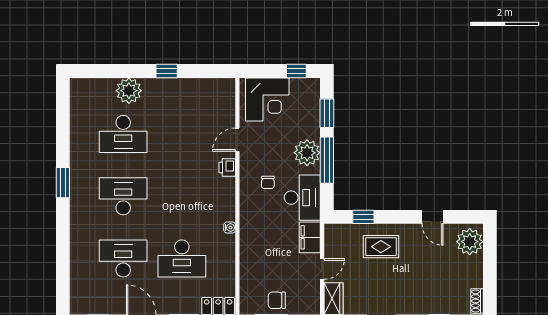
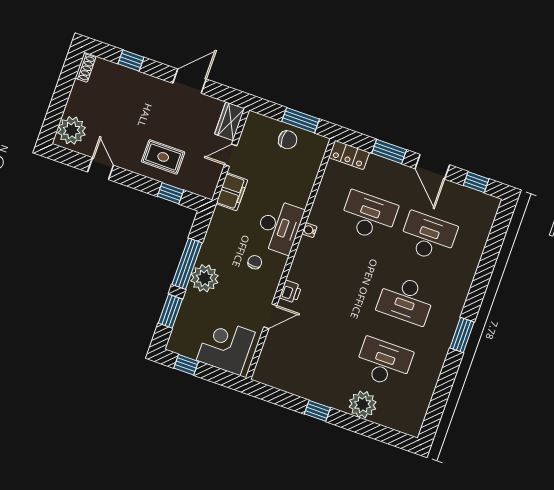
desk: (302, 198) -> (279, 227), moved, turned 180
desk: (123, 258) -> (428, 237), turned 180

